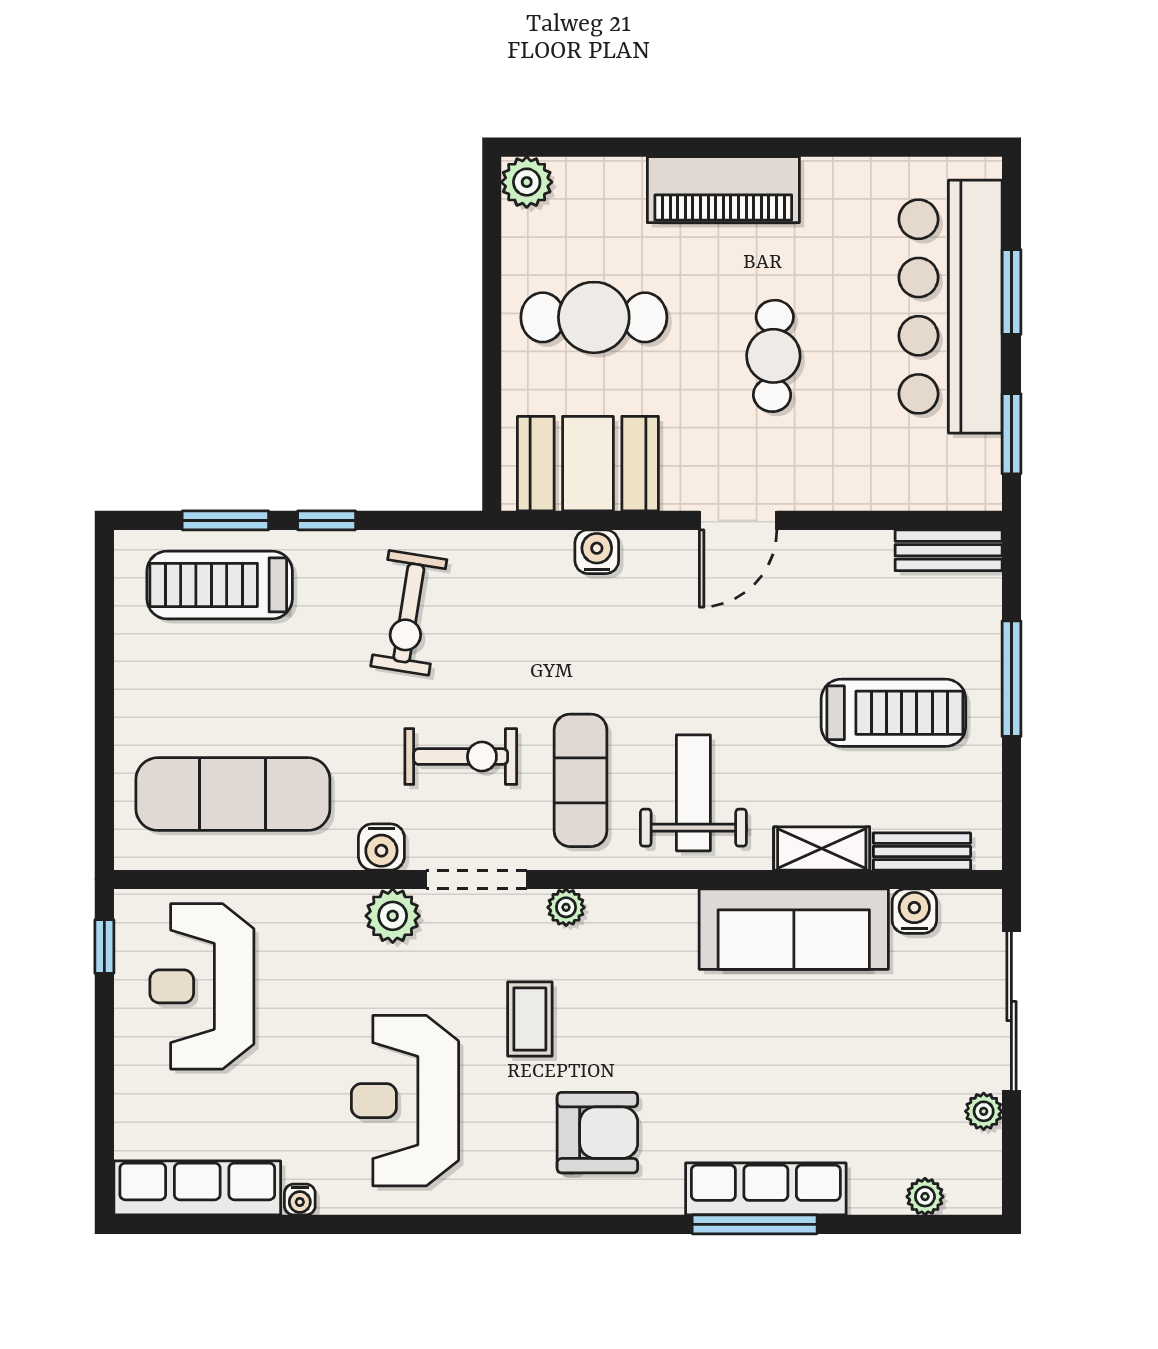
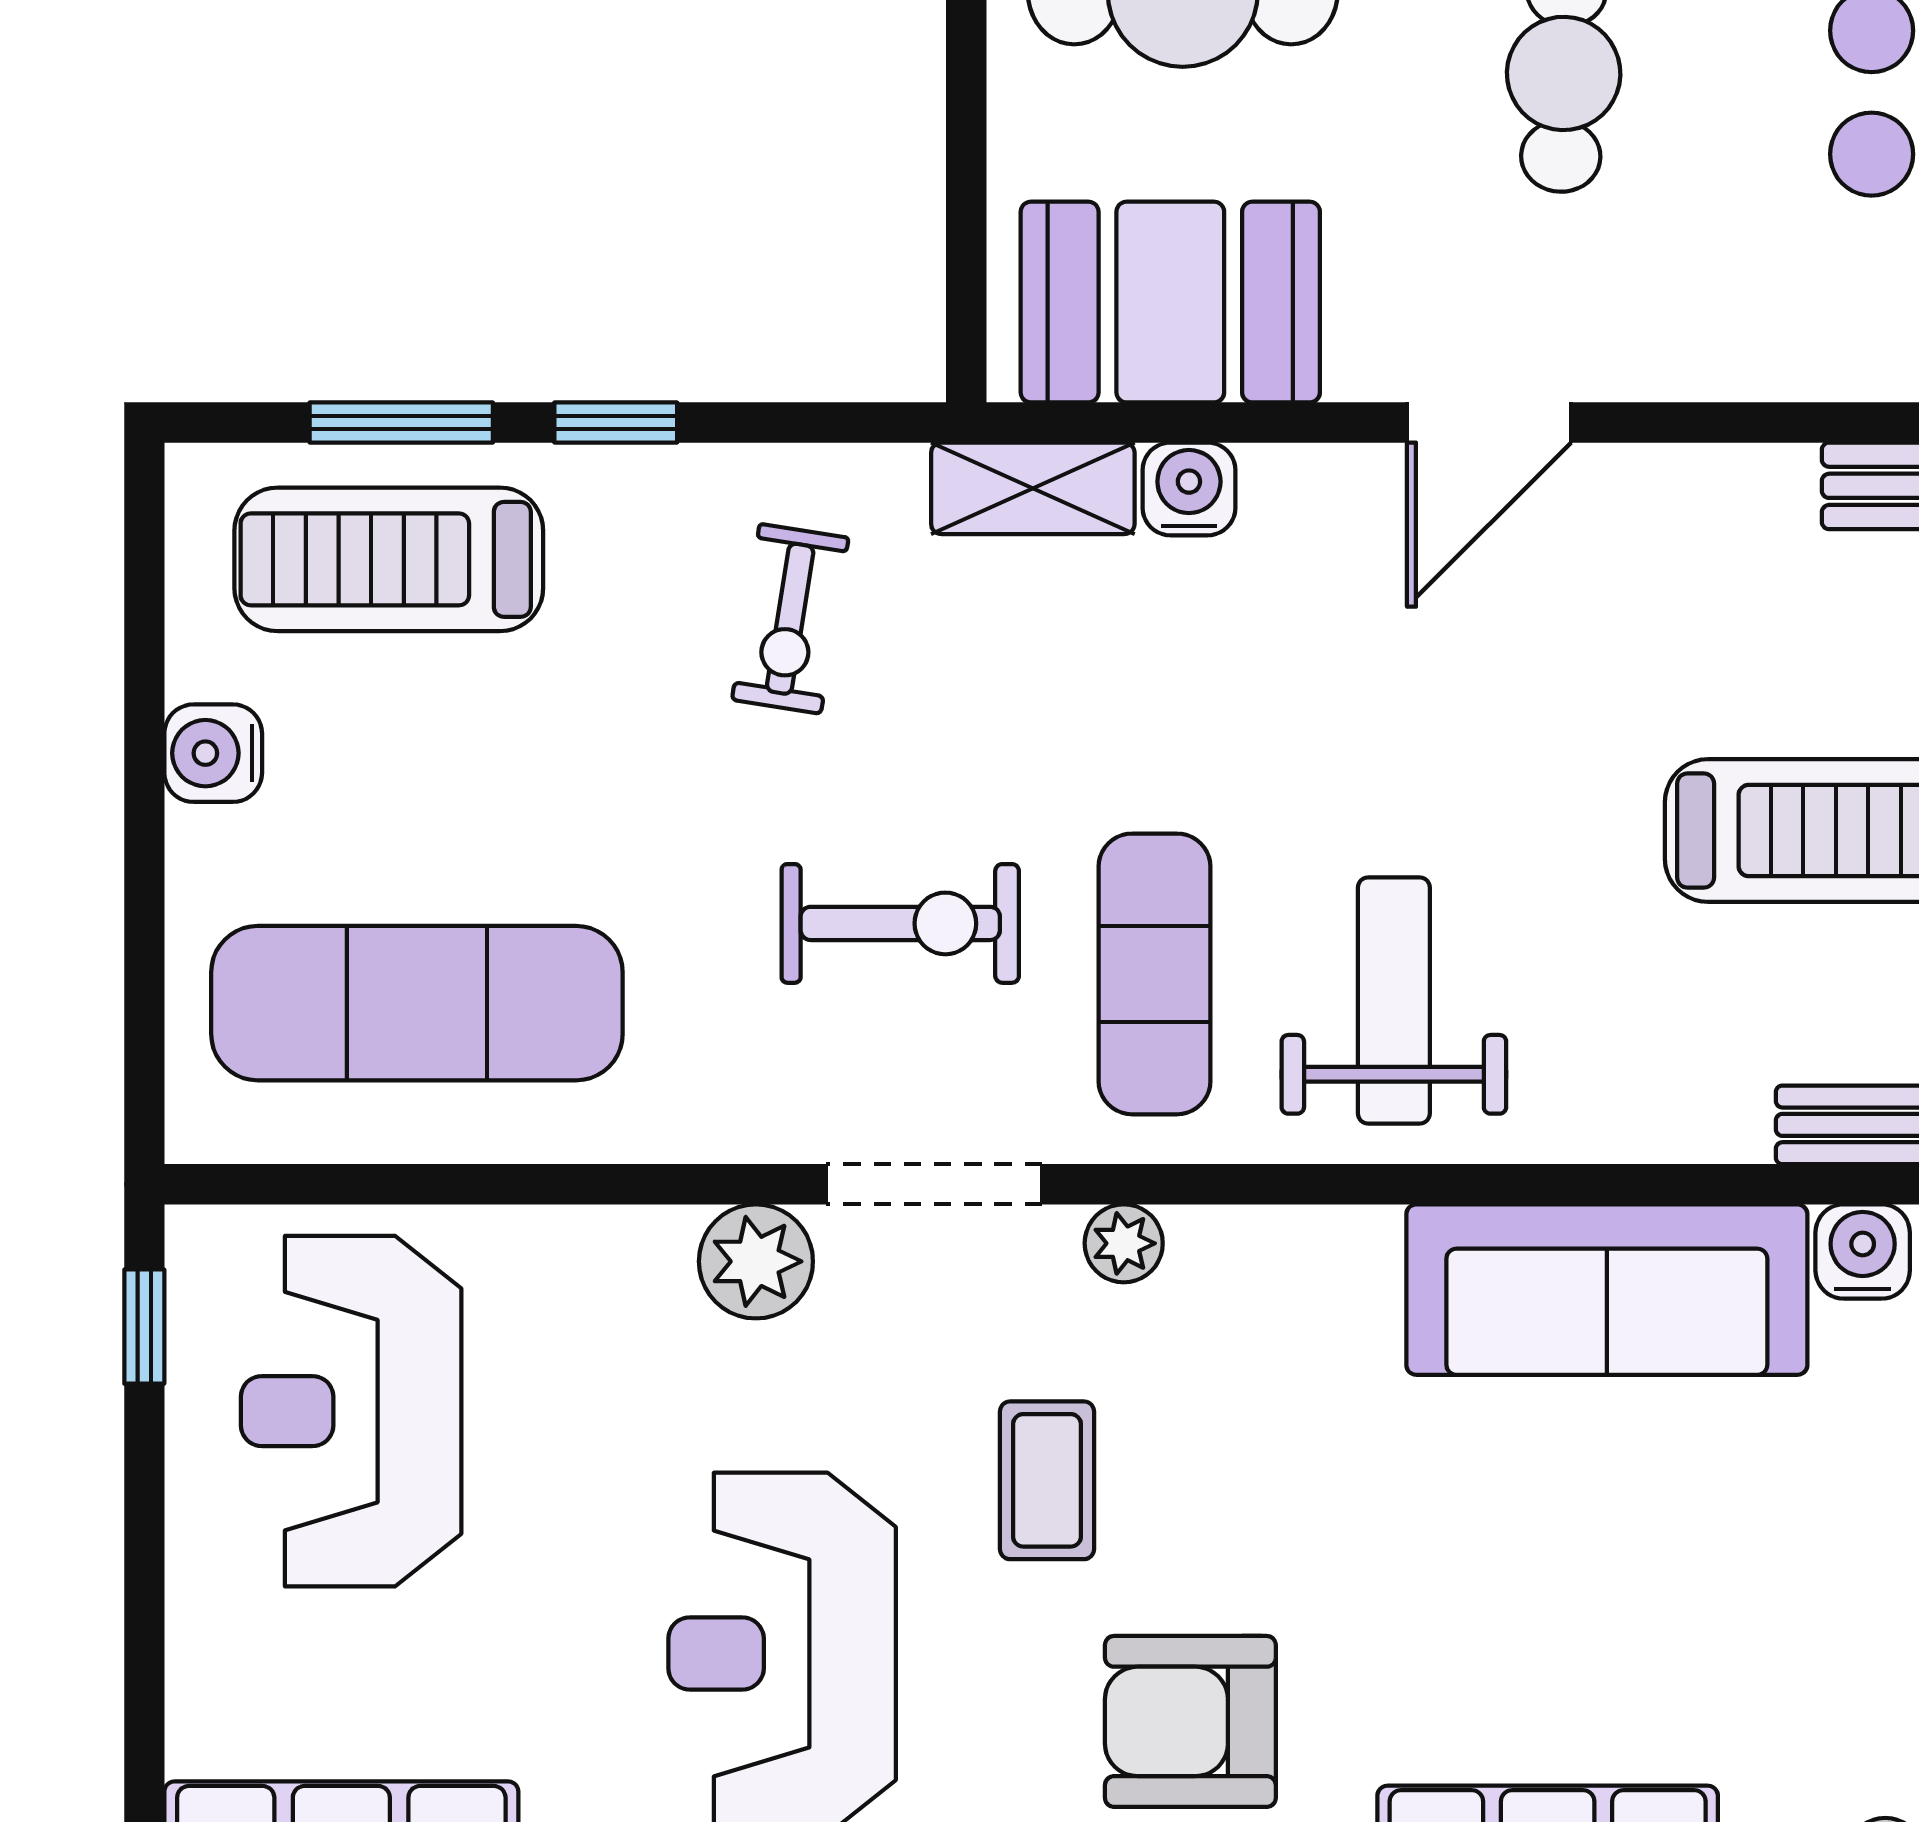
exercise bike: (409, 613) -> (790, 619), width x0.73, depth x0.72
water cooler: (381, 847) -> (213, 753), moved, turned 90
shelving: (822, 848) -> (1033, 488), moved
armchair: (597, 1133) -> (1190, 1721), turned 180

